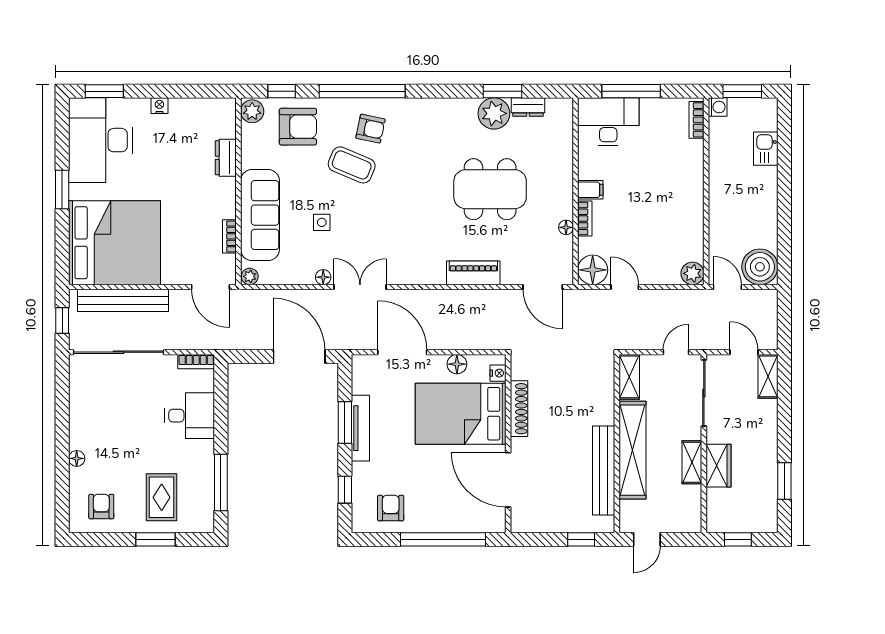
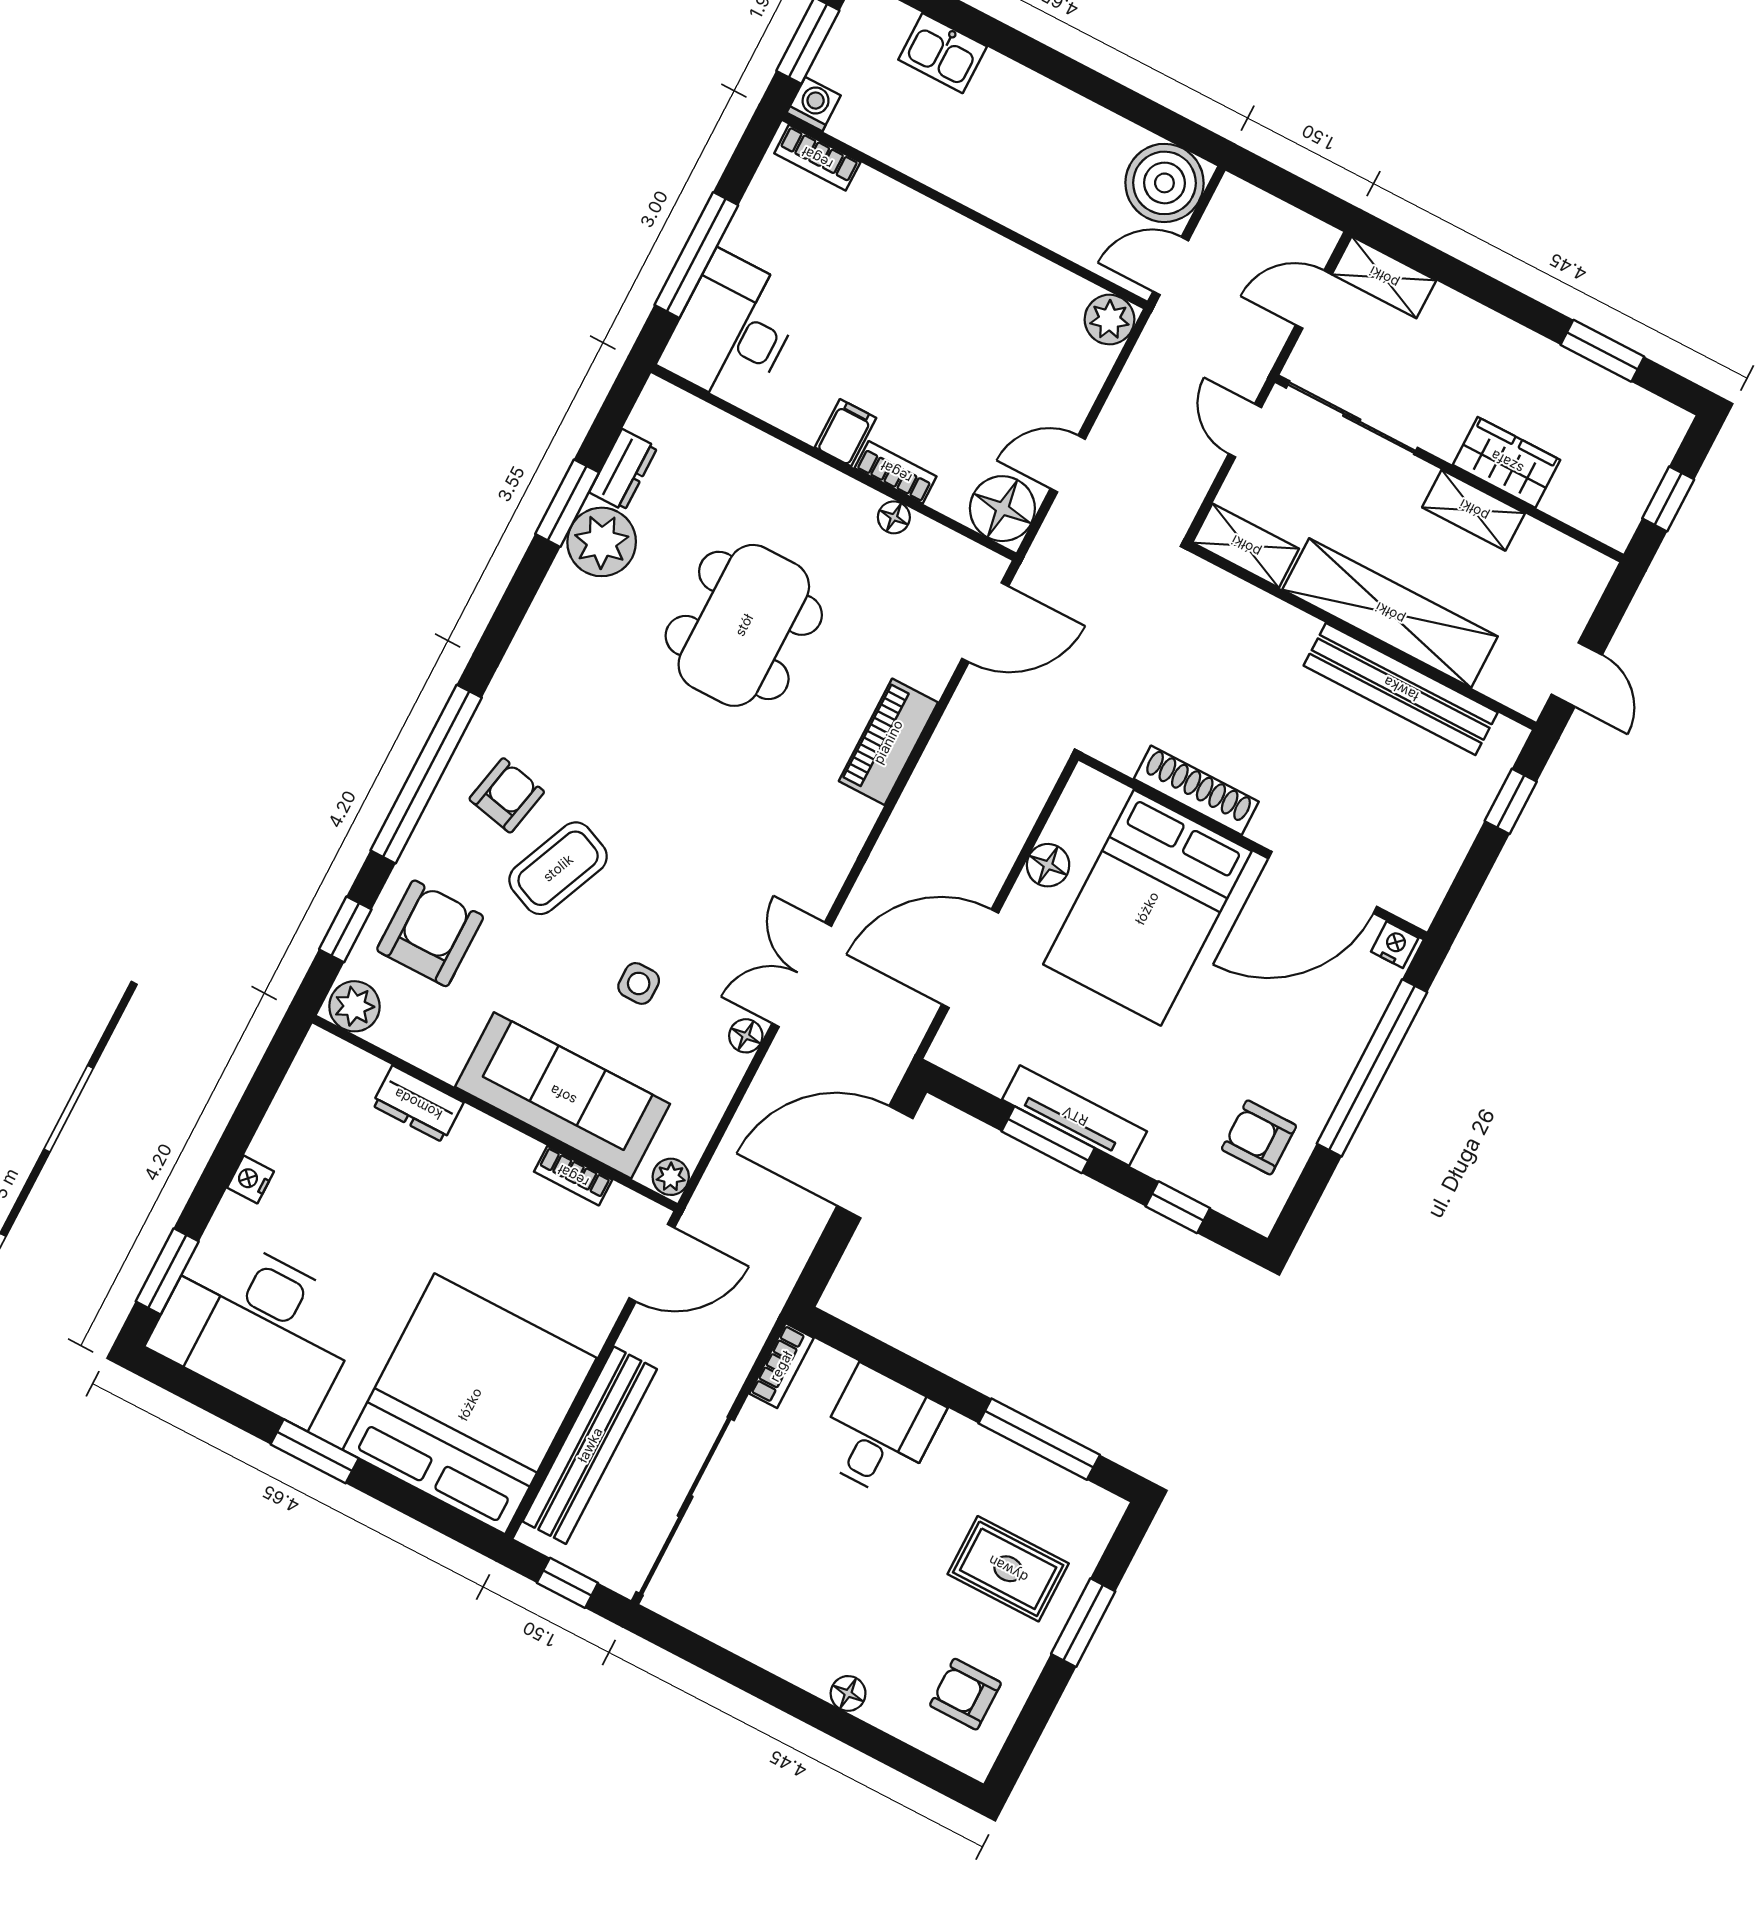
nightstand: (498, 373) -> (1395, 945), moved

